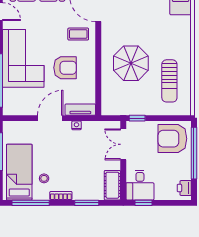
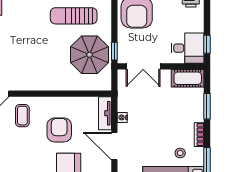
parasol: (131, 63) -> (89, 55), moved
sun lounger: (169, 81) -> (74, 16), turned 180

